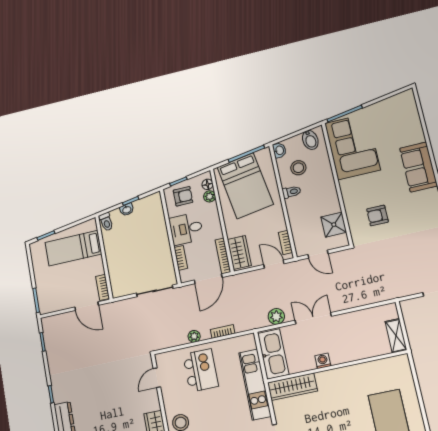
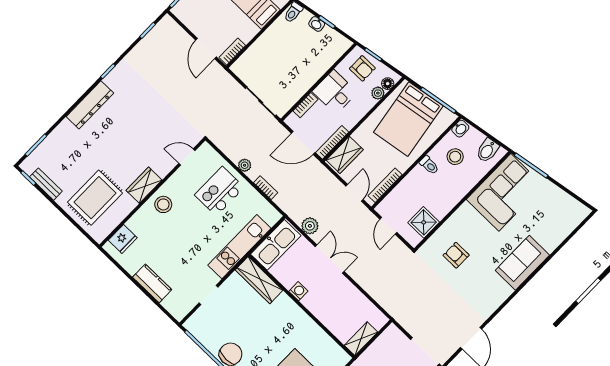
bookcase: (285, 242) -> (385, 185), width x1.56
kitchen island: (201, 370) -> (219, 191), turned 180

